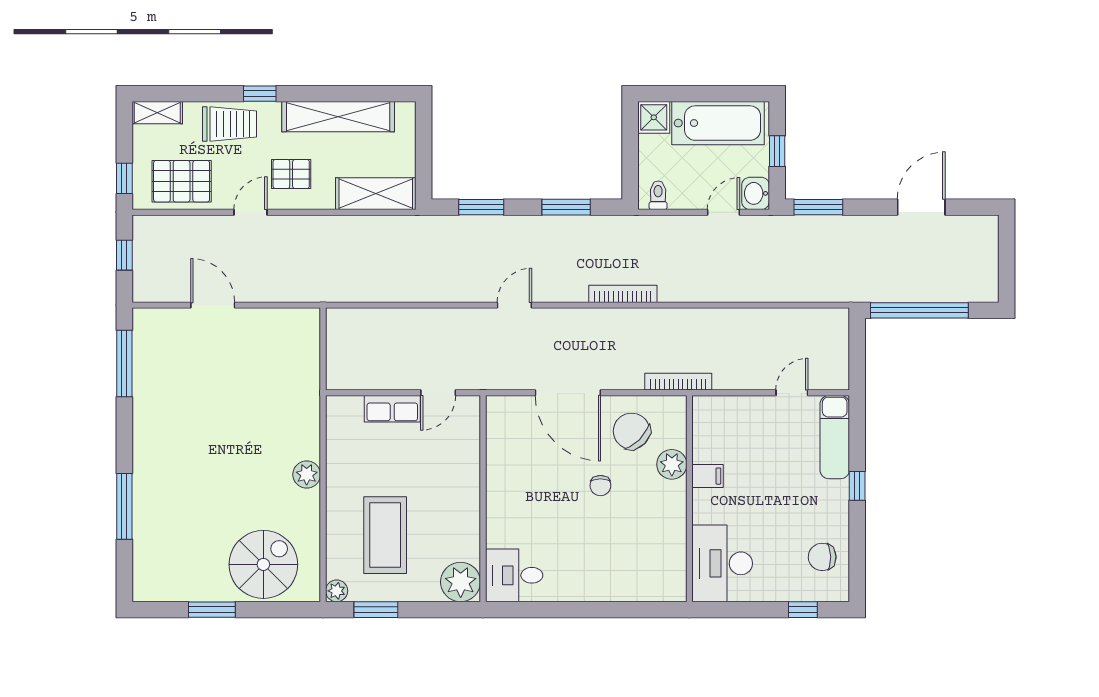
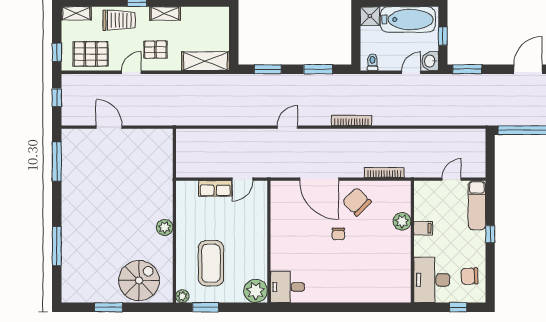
shelving: (338, 117) -> (165, 13), width x0.45, depth x0.75
plant: (672, 464) -> (402, 221), moved
filing cabinet: (708, 476) -> (423, 228), moved
wall: (689, 499) -> (412, 242), moved
desk: (722, 563) -> (432, 280), moved

